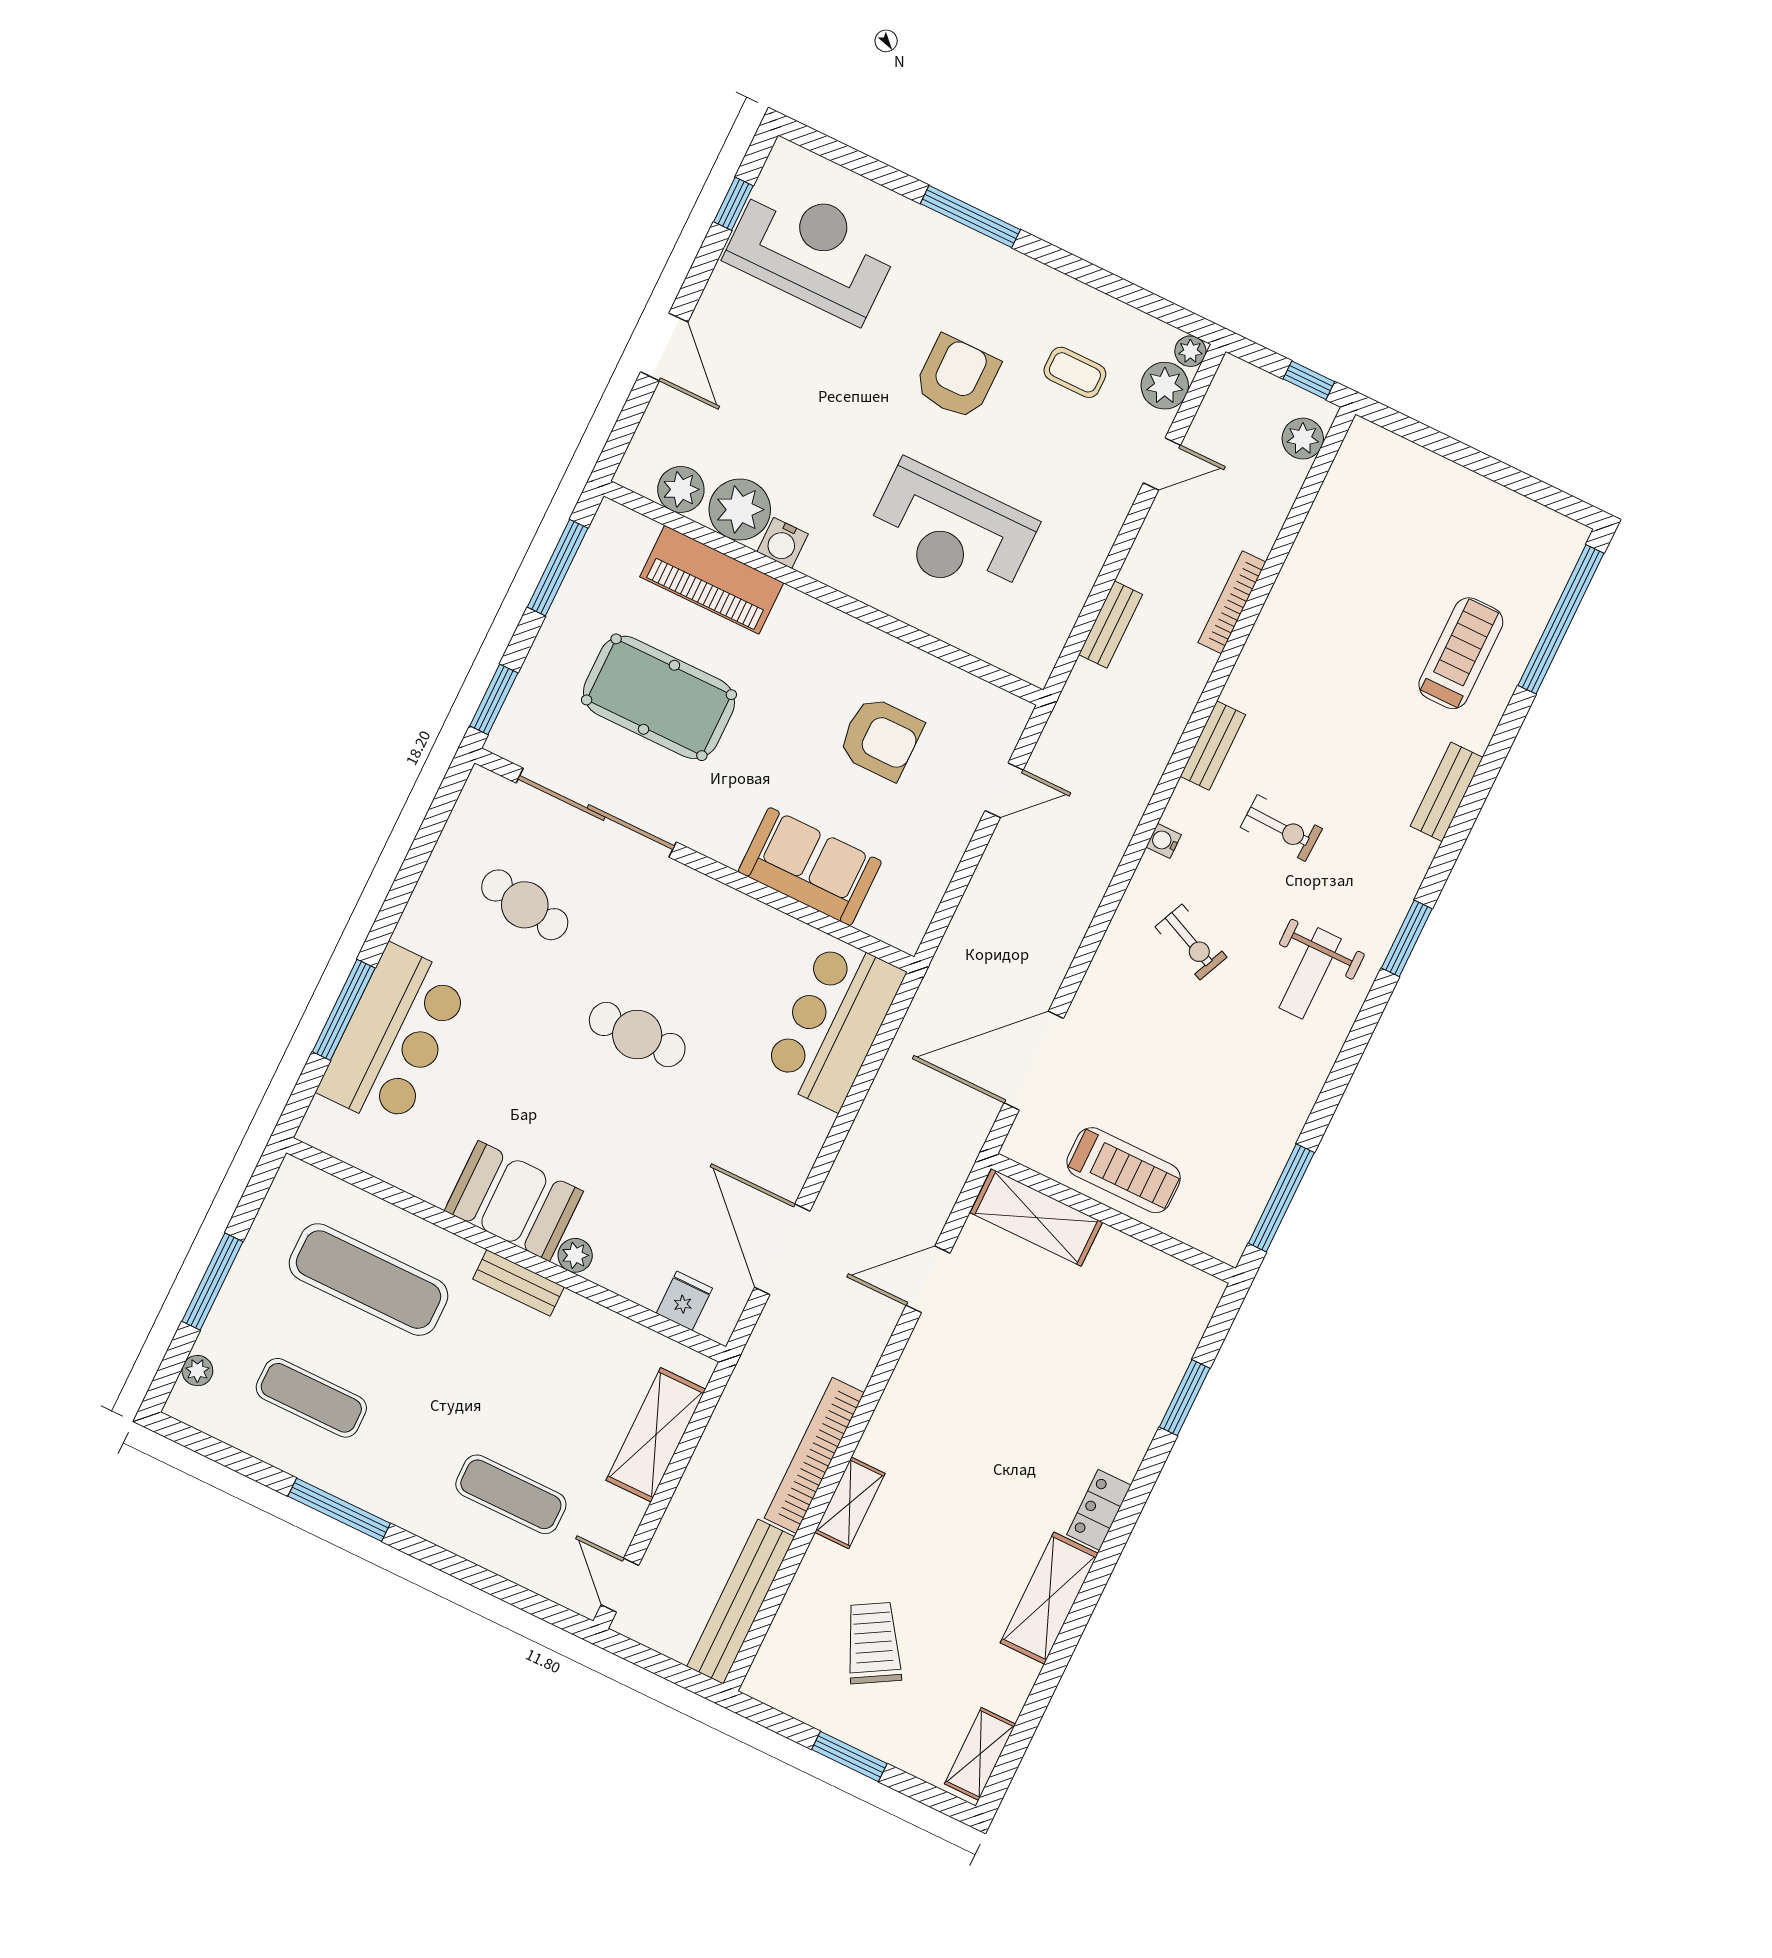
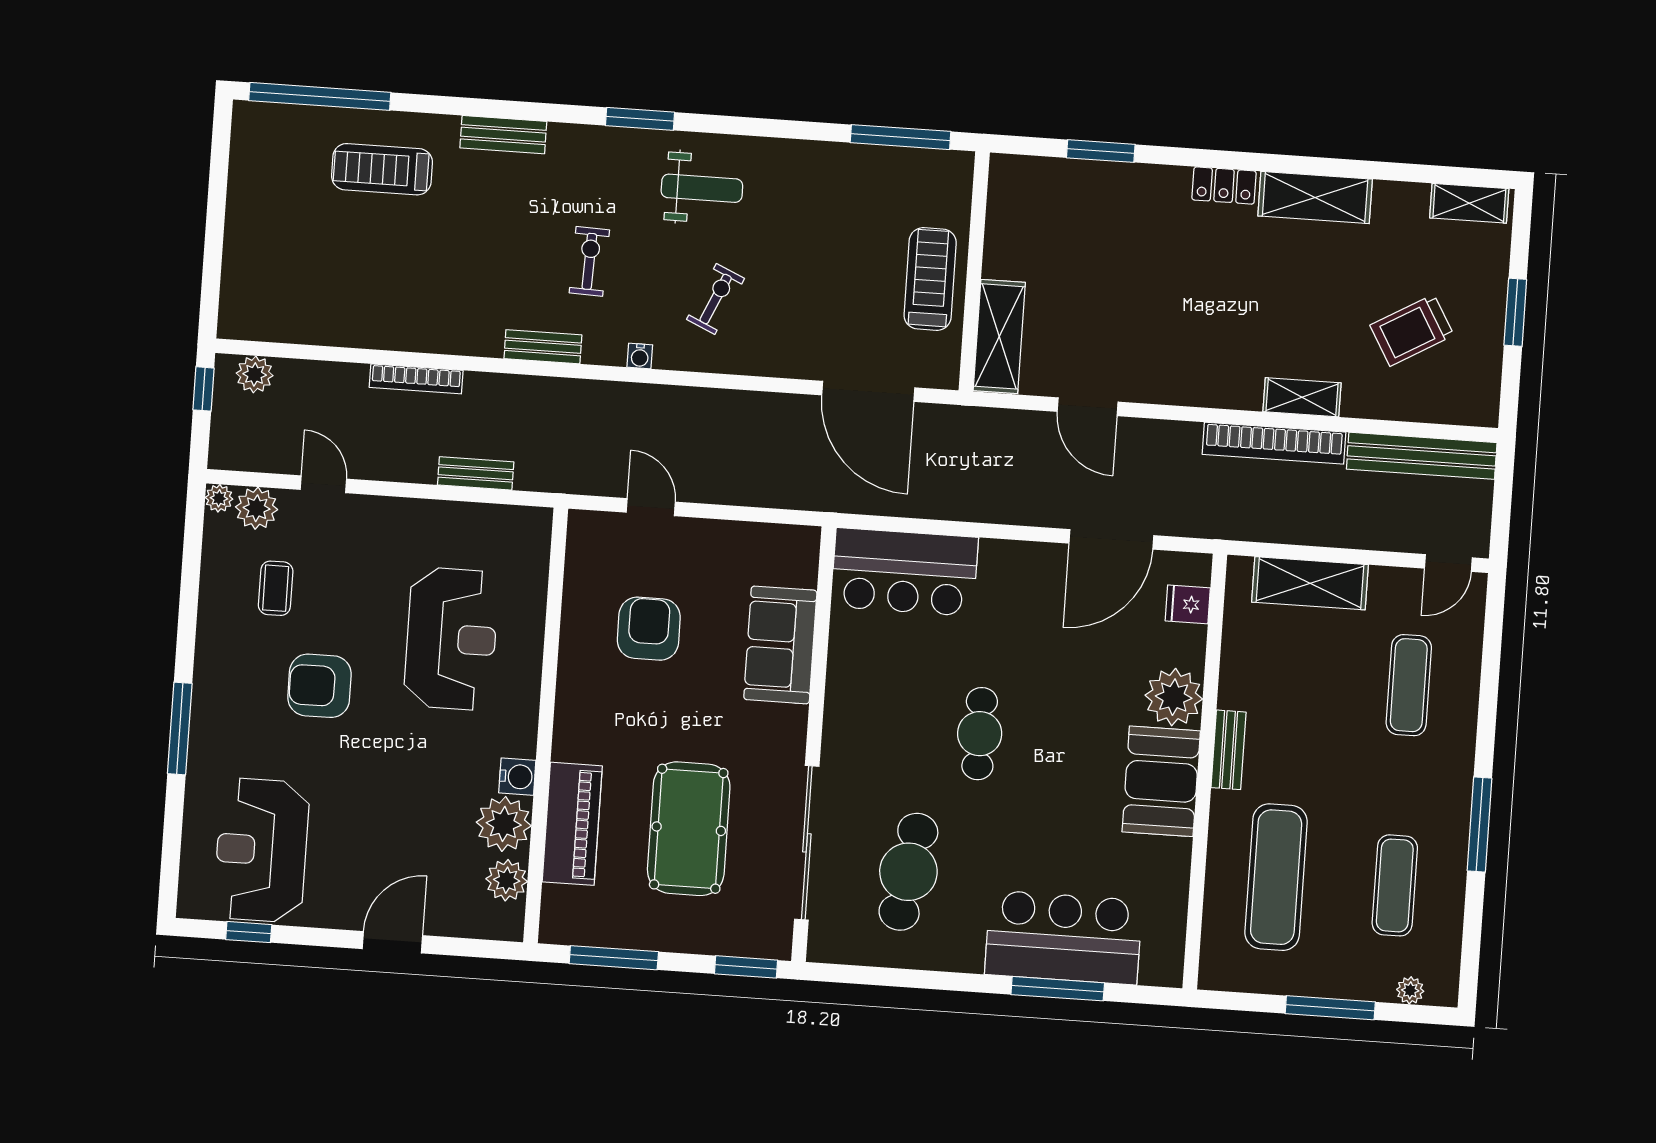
cafe table: (525, 905) -> (908, 872), width x1.37, depth x1.35
plant: (575, 1255) -> (1174, 697), width x1.88, depth x1.88

